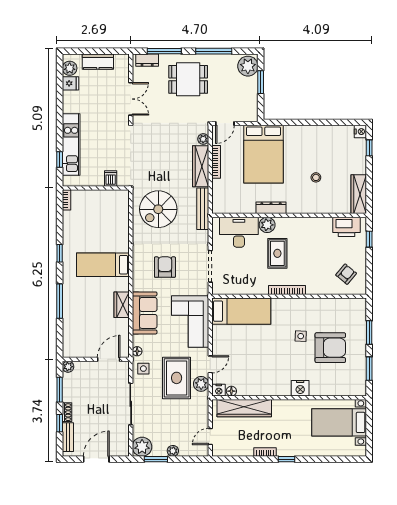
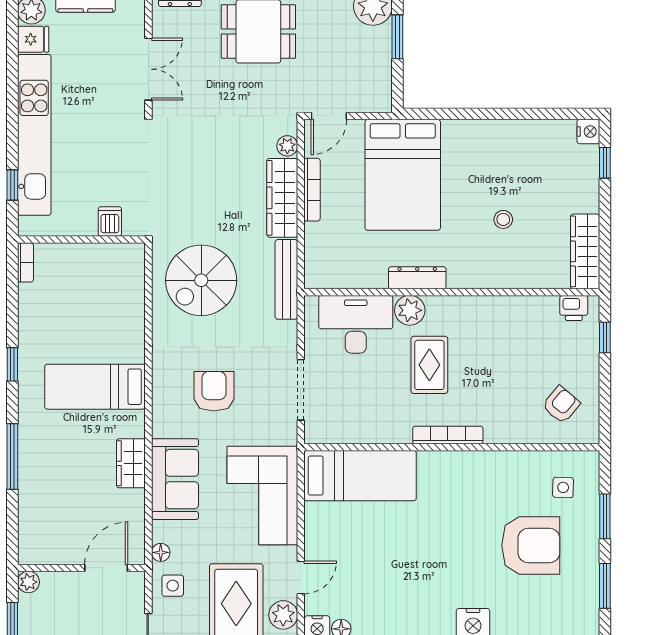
kitchen unit: (71, 145) -> (34, 135), width x1.36
printer: (346, 227) -> (574, 308), width x0.53, depth x0.68
side table: (301, 336) -> (563, 487), moved

